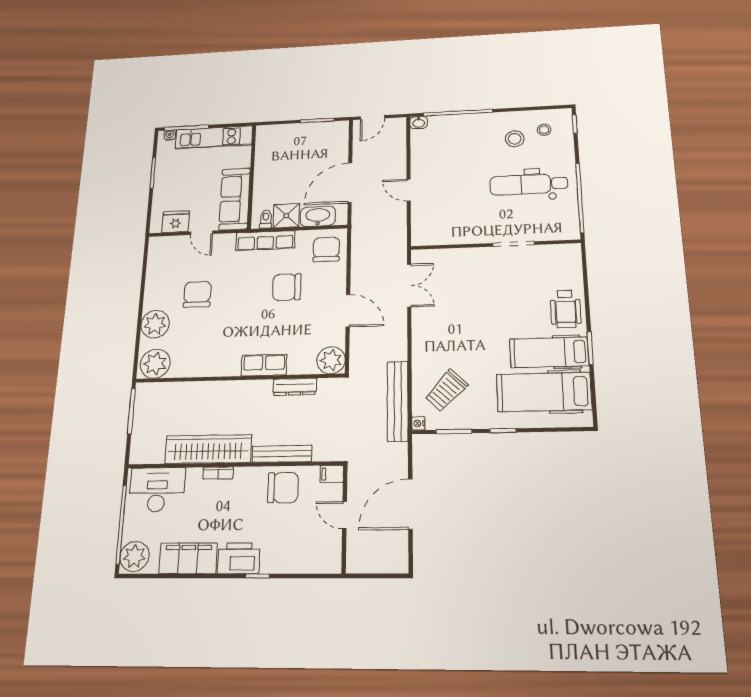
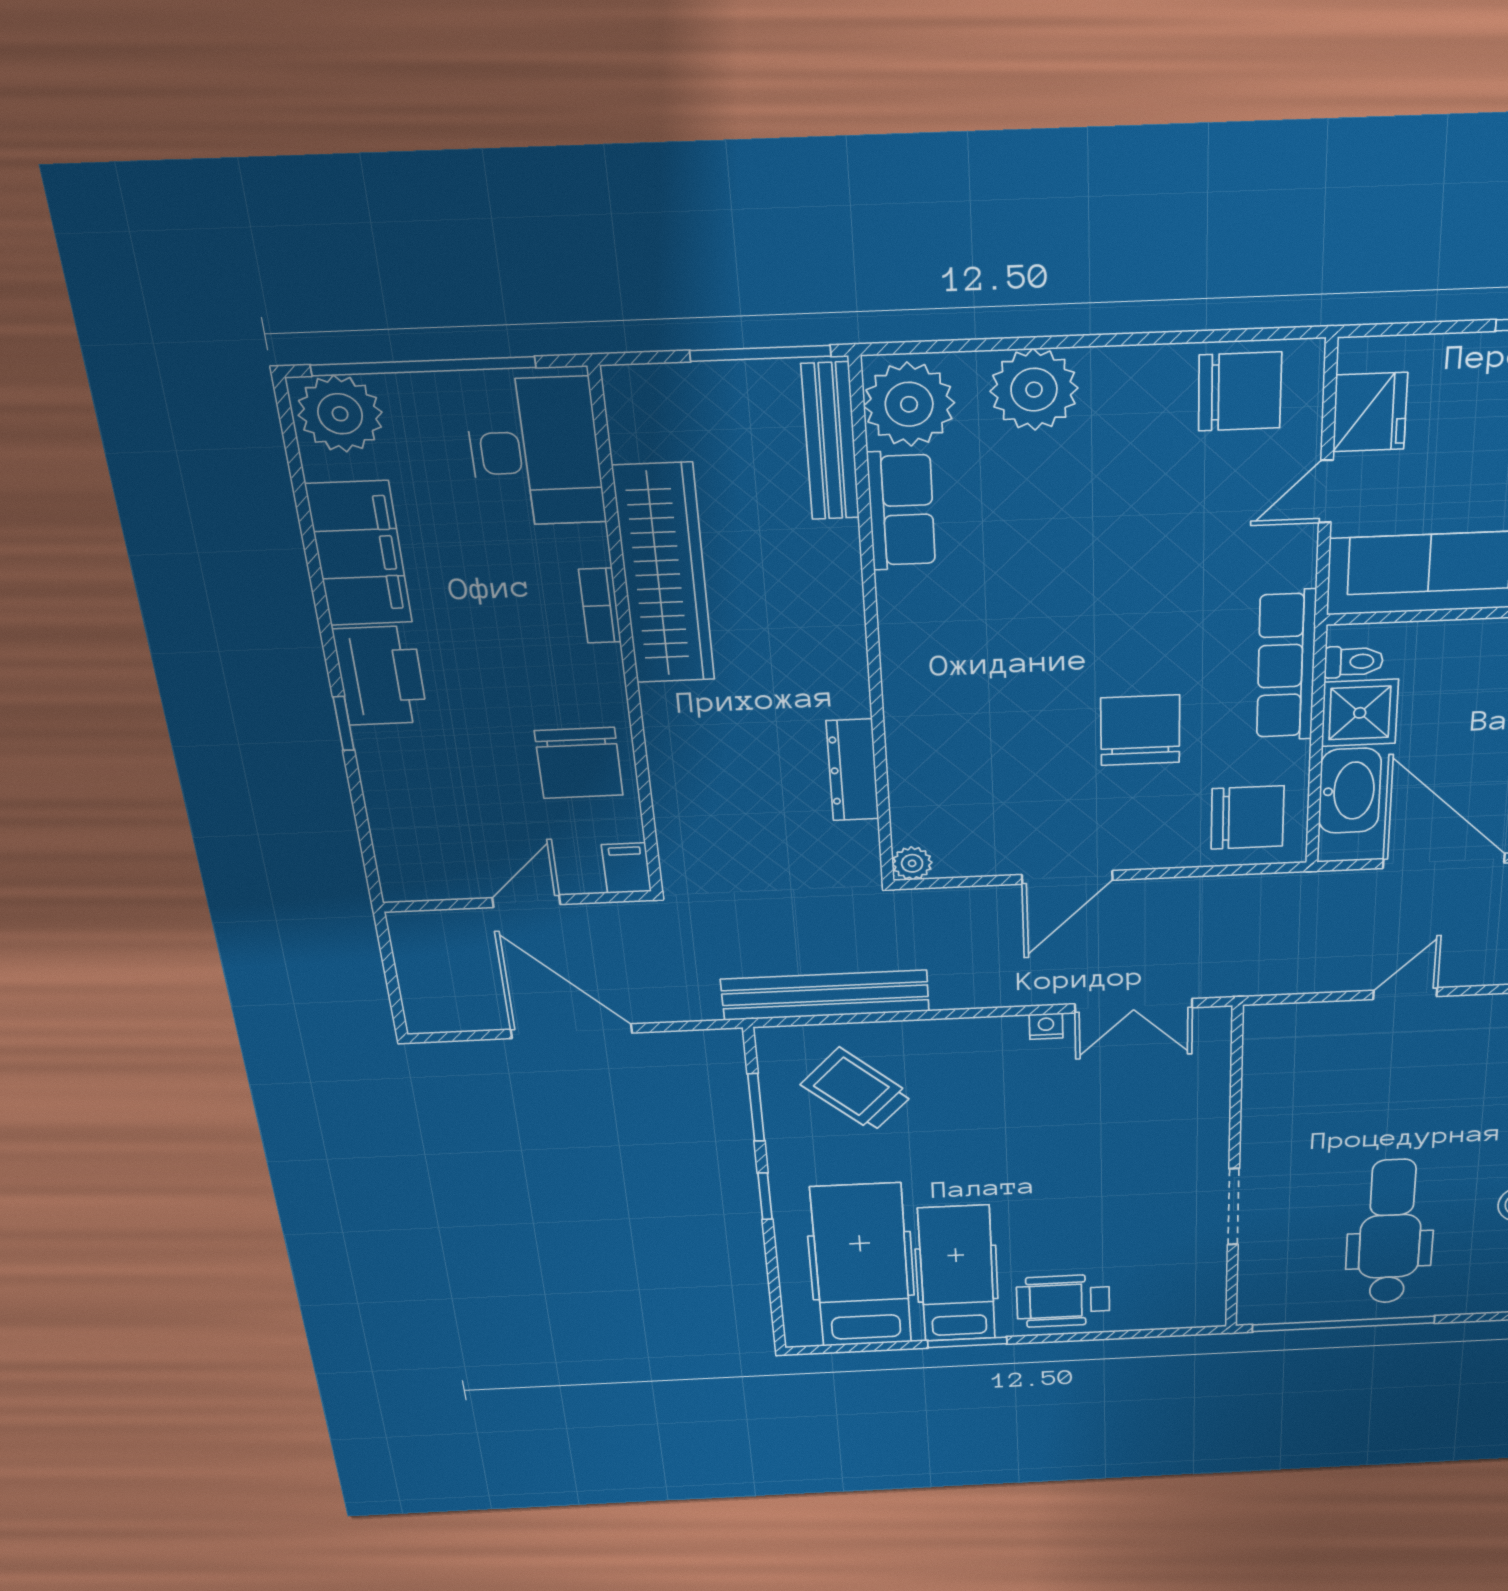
chair: (197, 294) -> (1240, 392), moved
plant: (331, 360) -> (912, 863), width x0.53, depth x0.53
row of seats: (264, 365) -> (901, 510), moved
nightstand: (418, 423) -> (1046, 1026), moved
bench: (282, 454) -> (830, 442), moved

